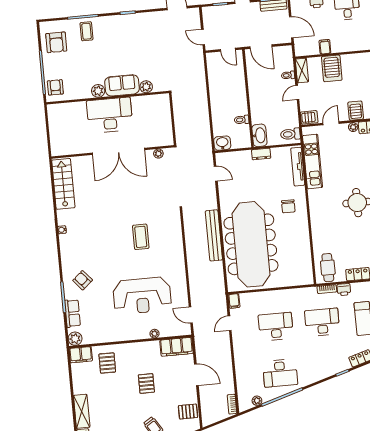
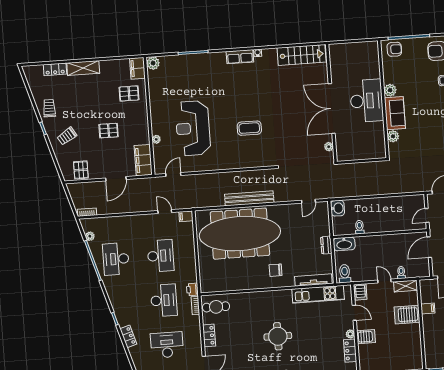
armchair: (83, 280) -> (209, 71), removed
printer: (344, 290) -> (192, 289), moved
row of seats: (73, 313) -> (240, 57), moved

